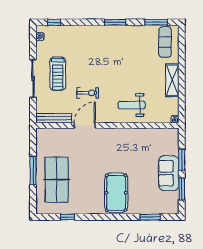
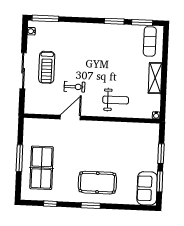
window: (54, 22) -> (45, 18), width x2.17
window: (115, 22) -> (114, 21), moved
weight bench: (132, 105) -> (116, 100), turned 180
bench: (54, 118) -> (41, 109), removed
sofa: (169, 173) -> (147, 188), moved
pool table: (116, 193) -> (97, 183), turned 90
window: (150, 217) -> (91, 205), moved

